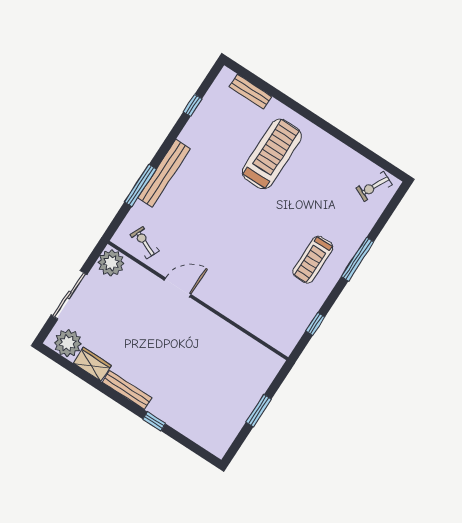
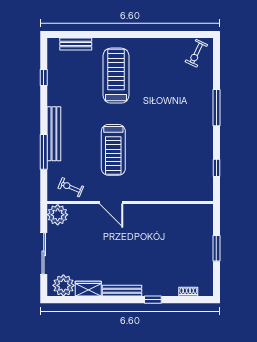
treadmill: (313, 260) -> (113, 150), moved, width x1.37, depth x1.37
door: (178, 287) -> (111, 202), swing flipped
shoe rack: (198, 438) -> (188, 292), added

